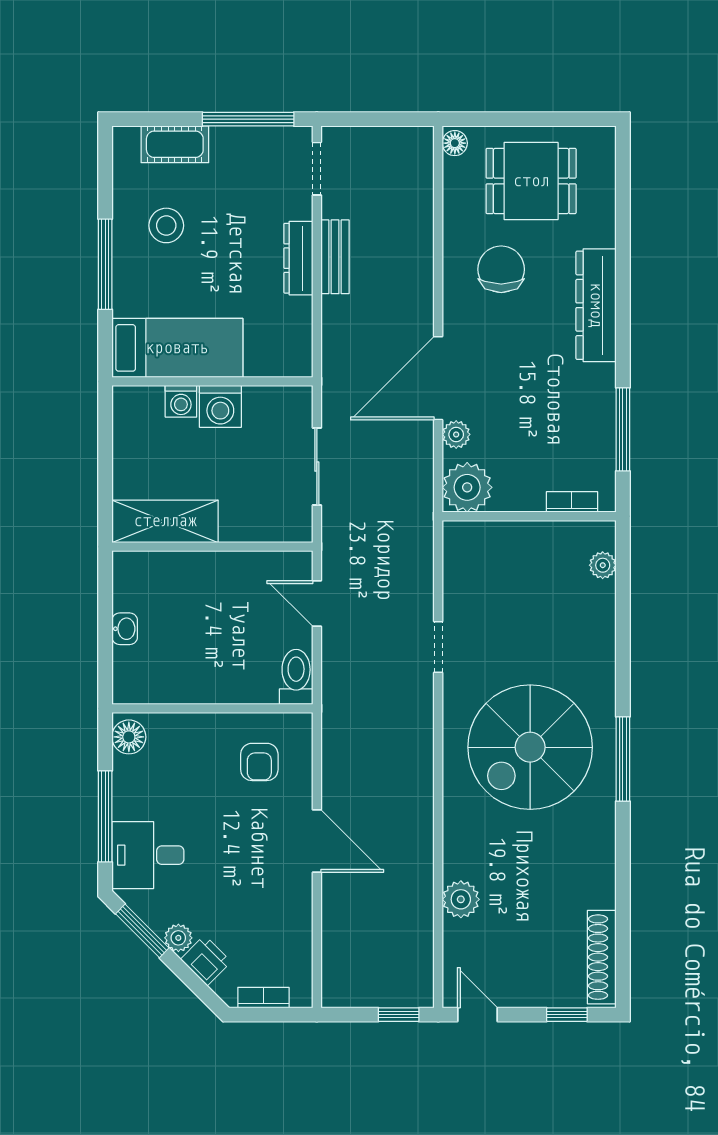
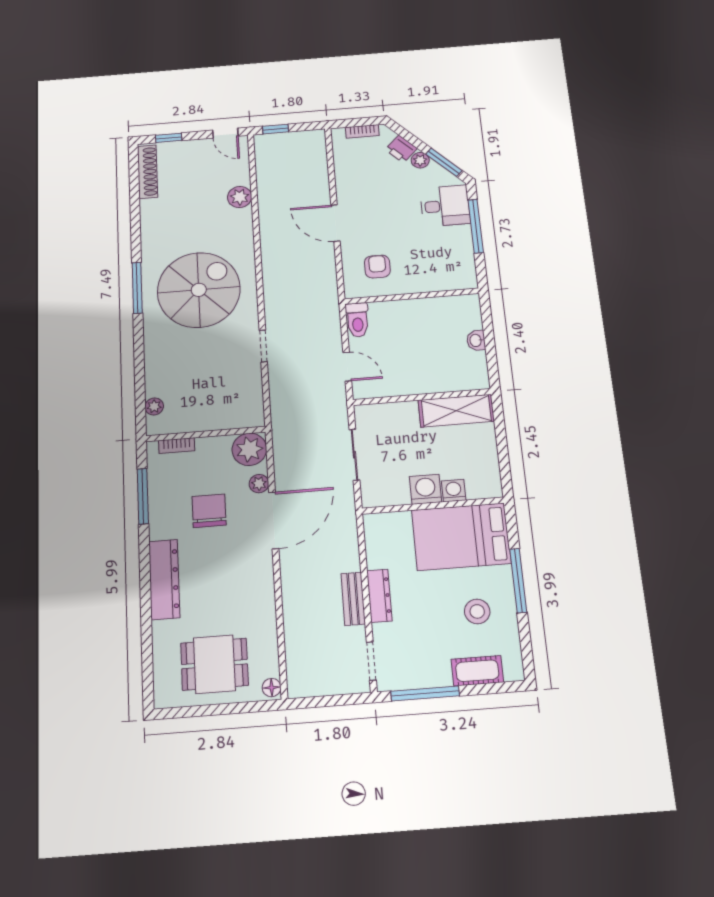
chair: (501, 269) -> (209, 511), moved, turned 180
bed: (177, 348) -> (461, 537), width x1.50
floor lamp: (129, 737) -> (466, 275), removed

